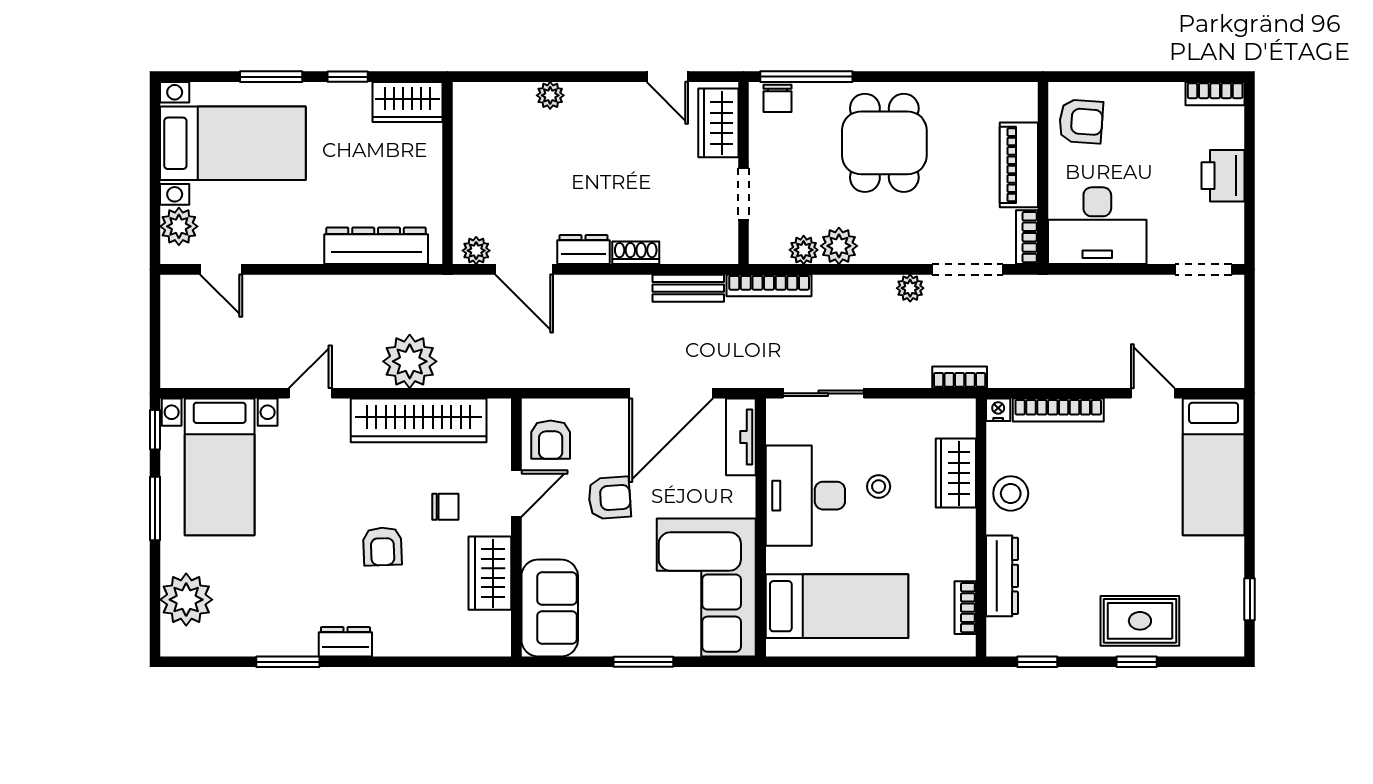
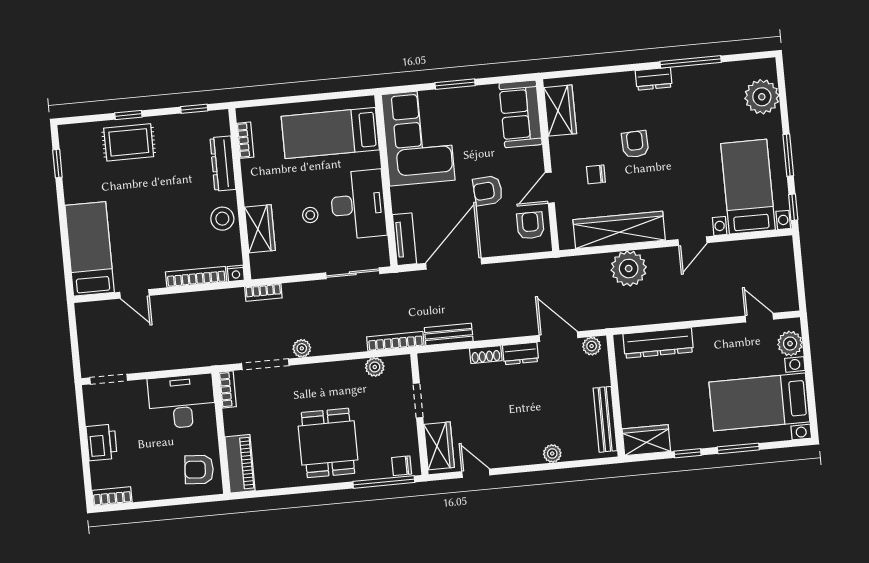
chair: (777, 98) -> (402, 466), turned -90
bench: (466, 139) -> (605, 419), added
piano: (1019, 165) -> (240, 464), moved
plant: (839, 246) -> (352, 372), removed
wardrobe: (490, 573) -> (560, 111), moved
window: (288, 662) -> (691, 62), width x1.44

